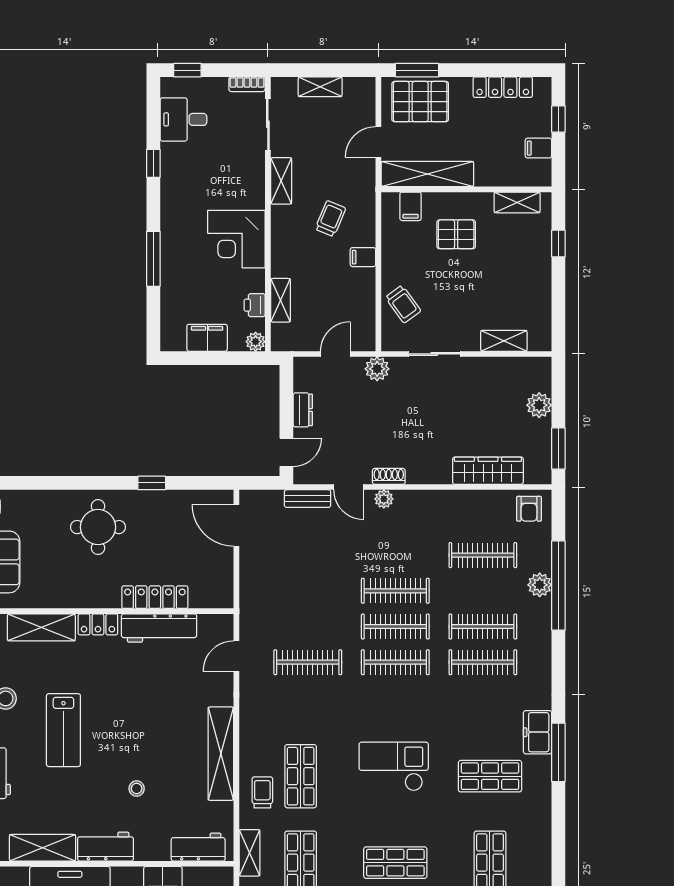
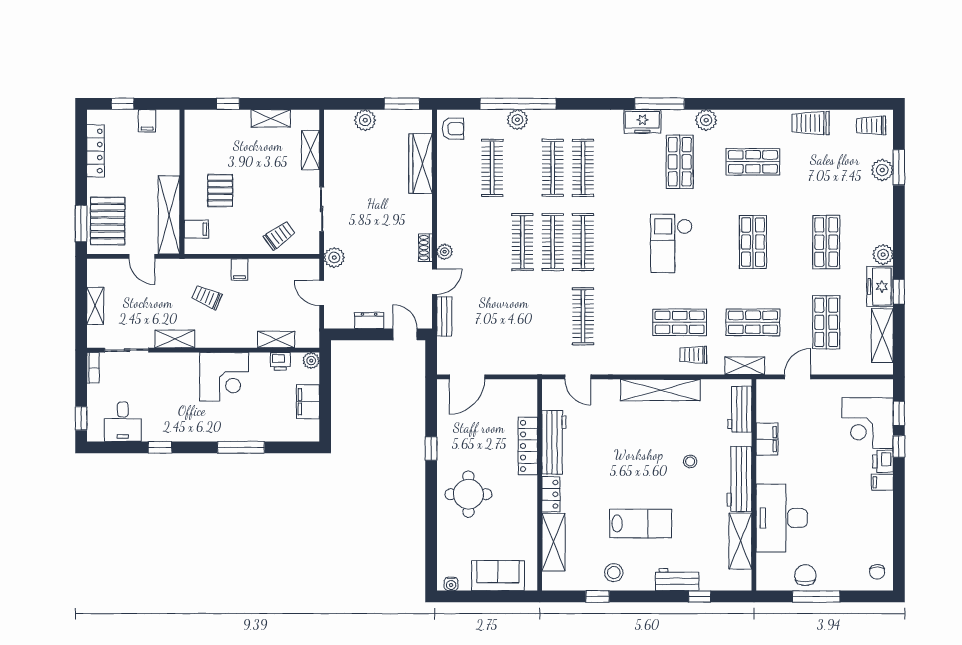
shelving: (517, 202) -> (271, 118), moved, turned 90
plant: (539, 807) -> (706, 120), added
workbench: (105, 847) -> (739, 479), width x1.37

